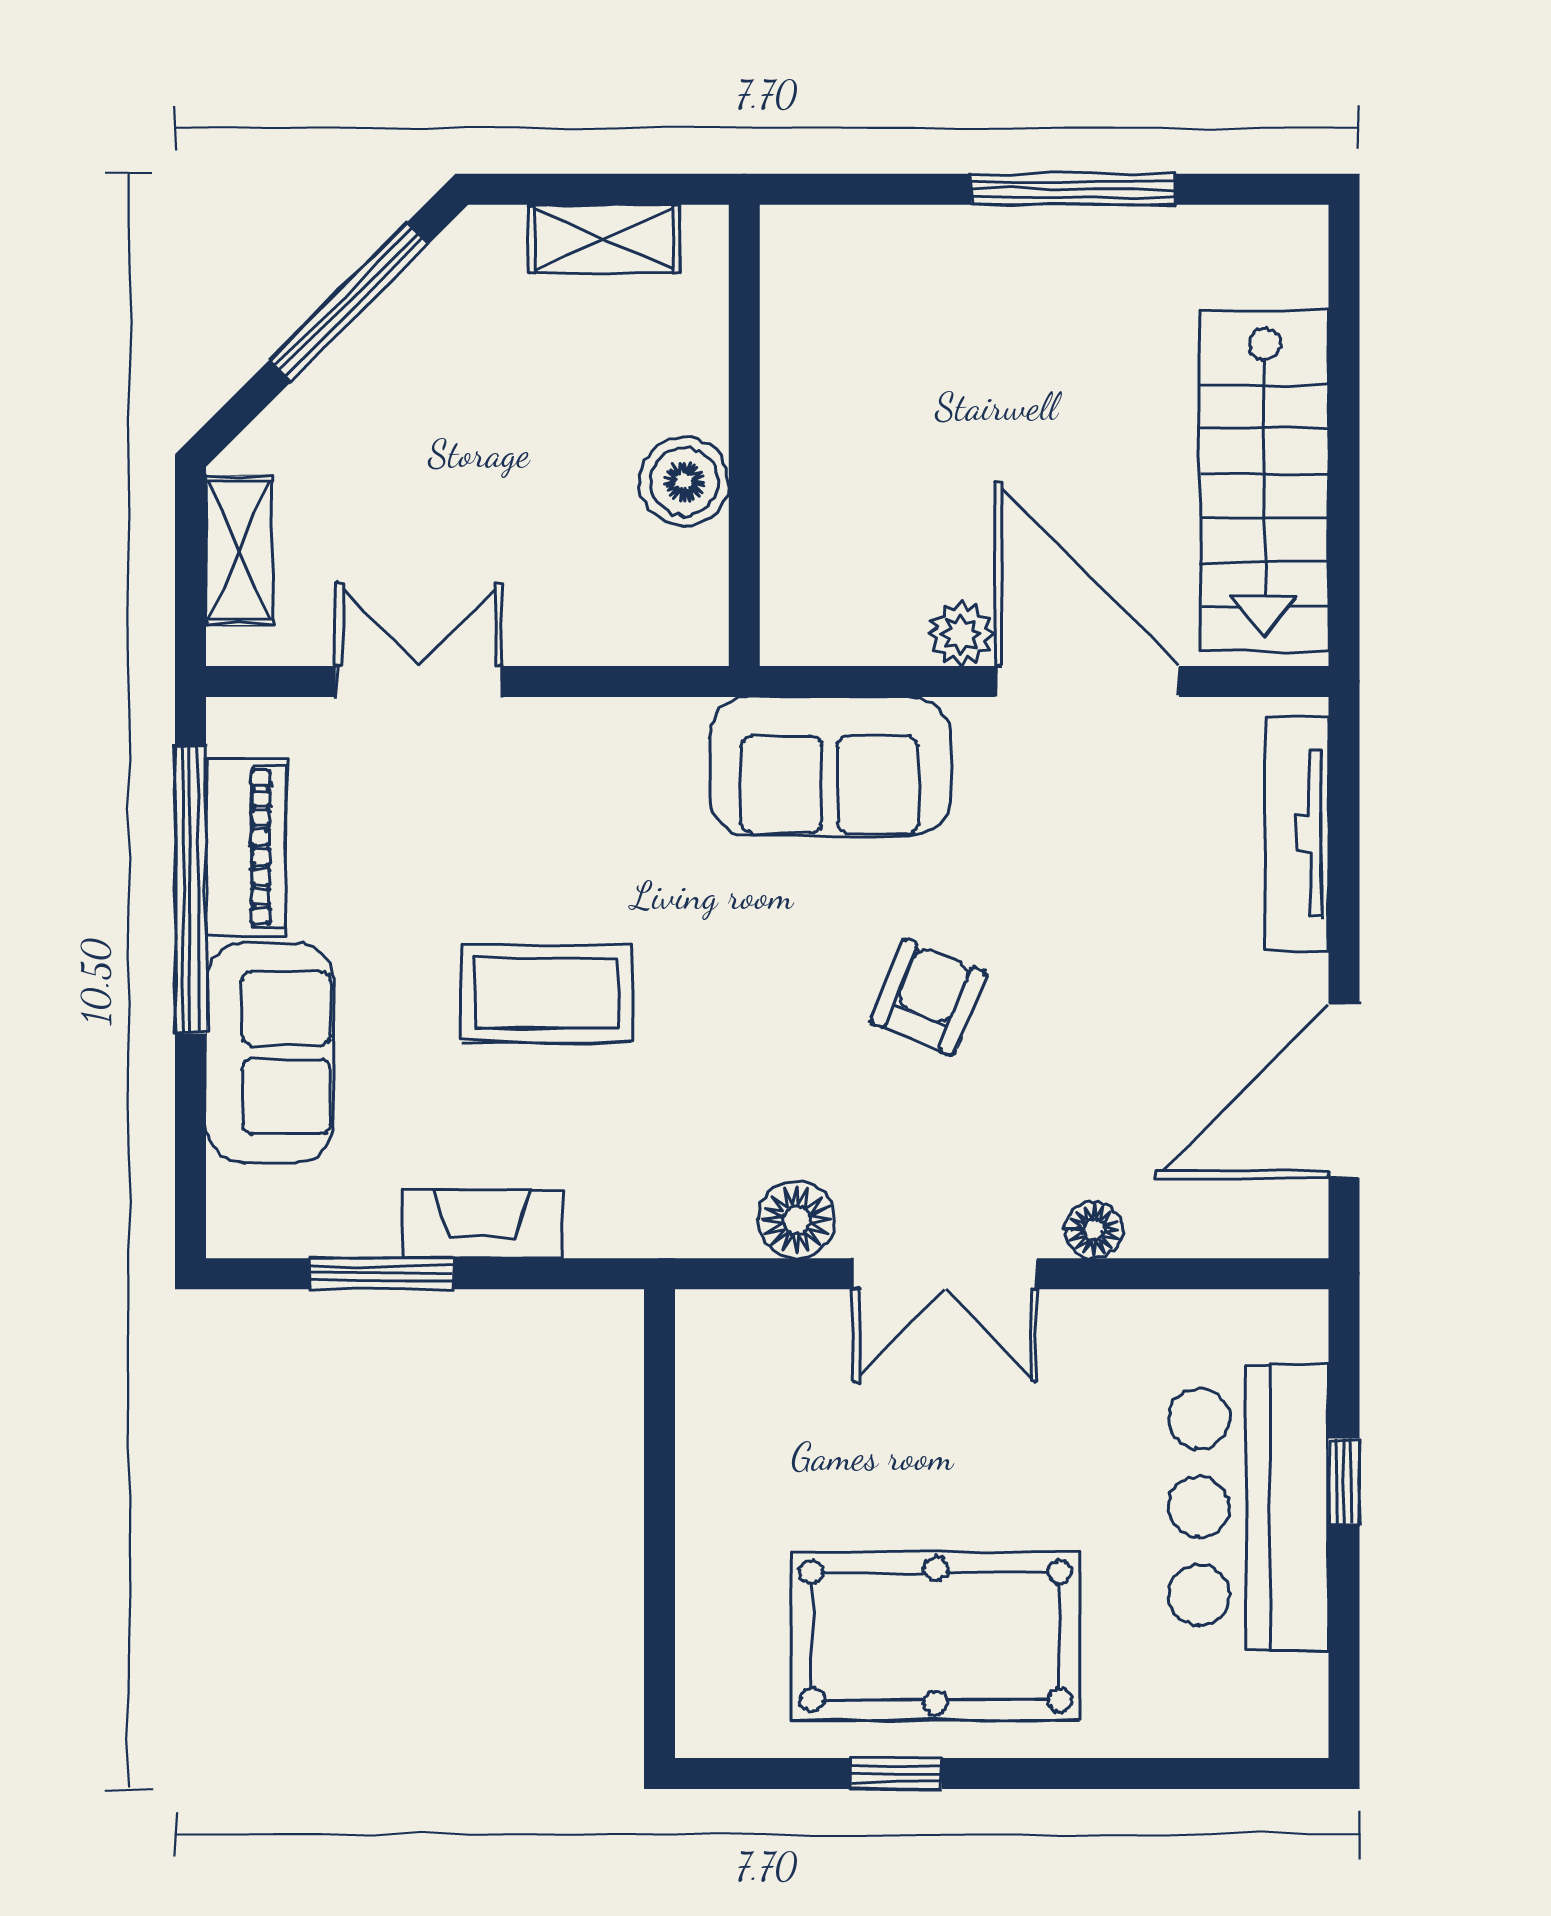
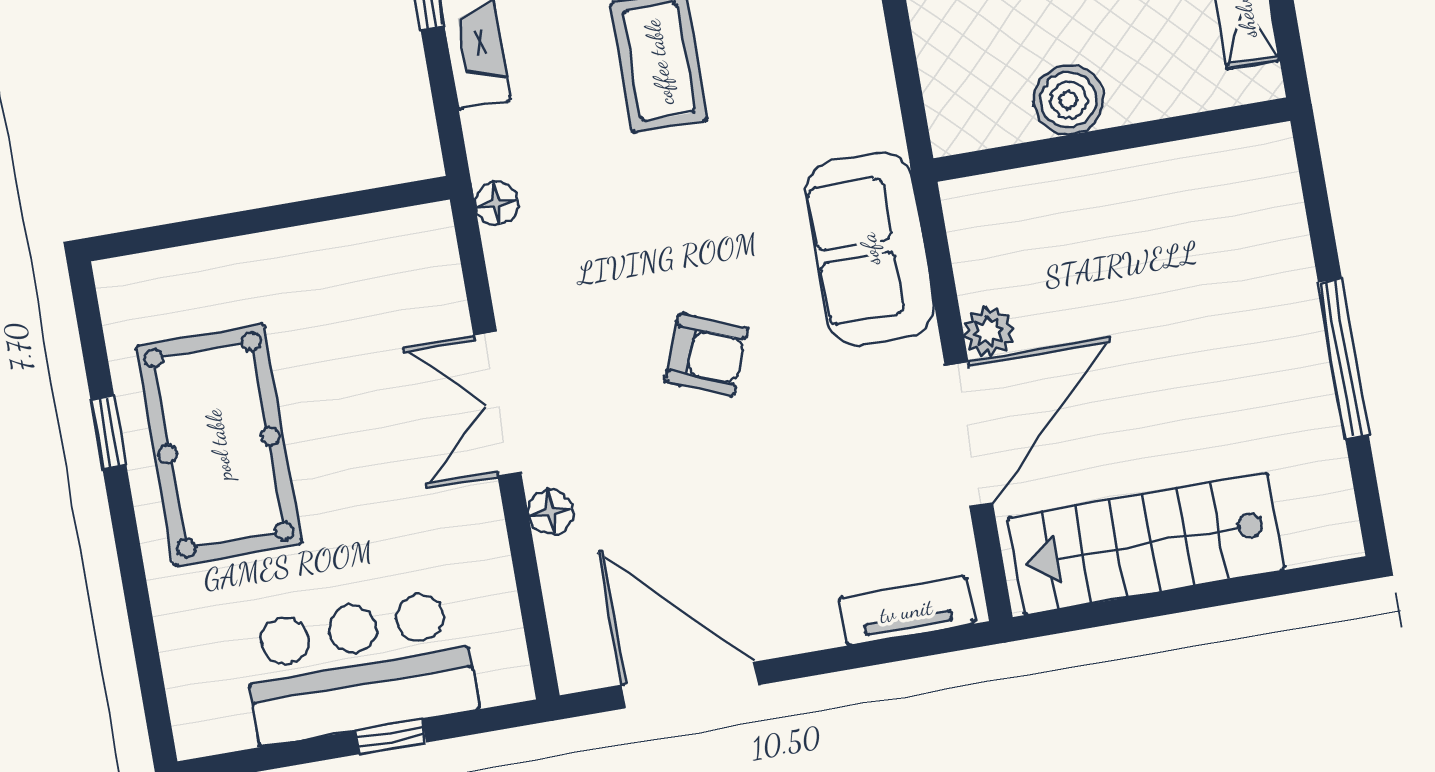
tv unit: (1297, 833) -> (906, 611), width x0.71
floor lamp: (797, 1220) -> (497, 203), moved, width x0.73, depth x0.73

